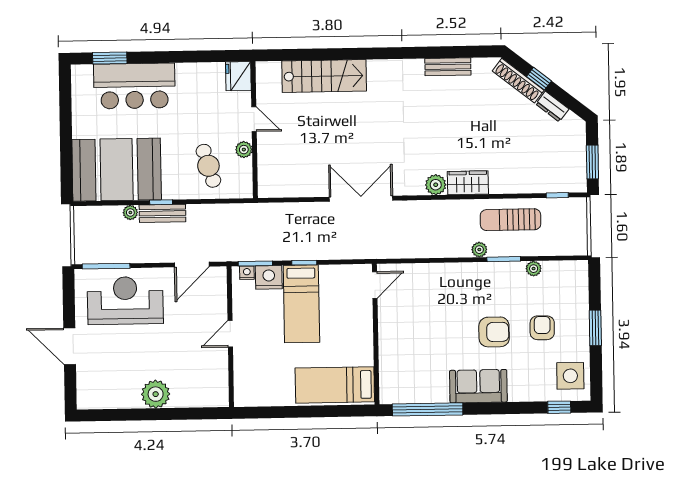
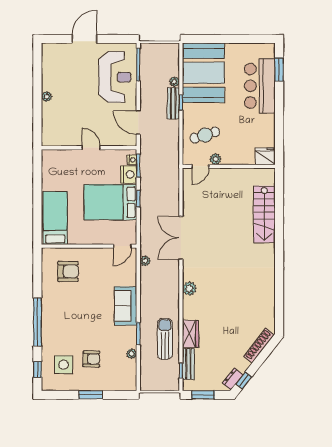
bench: (448, 67) -> (188, 364), moved
window: (539, 79) -> (244, 380), moved
dresser: (552, 107) -> (233, 379), moved
door: (254, 119) -> (200, 166), moved
wardrobe: (468, 183) -> (190, 334), moved
double door: (361, 199) -> (181, 238), swing flipped
plant: (479, 250) -> (145, 261), moved
door: (375, 285) -> (122, 246), hinge flipped
bed: (301, 304) -> (110, 202), width x1.50
armchair: (494, 332) -> (68, 271), moved, turned -90
side table: (570, 376) -> (64, 365), moved
sofa: (478, 386) -> (126, 306), moved, turned 180
plant: (156, 394) -> (47, 97), width x0.53, depth x0.53
window: (428, 409) -> (37, 322), moved

